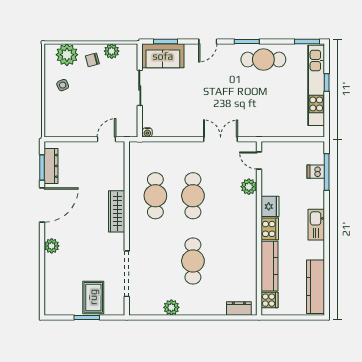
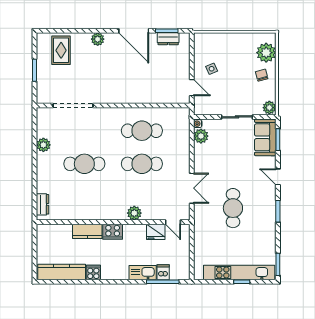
plant: (112, 51) -> (269, 108), moved
cafe table: (263, 60) -> (233, 208), moved
side table: (63, 85) -> (212, 69), moved
plant: (161, 129) -> (201, 136), added
door: (259, 160) -> (173, 222), swing flipped
dresser: (51, 166) -> (168, 39), width x0.70
plant: (249, 187) -> (134, 213), moved
fridge: (270, 206) -> (156, 232), moved
wardrobe: (117, 211) -> (128, 97), removed
kitchen sink: (316, 225) -> (143, 273), moved
kitchen counter: (270, 266) -> (87, 231), width x0.67
rug: (93, 297) -> (61, 50), moved, turned 90
cooker: (270, 300) -> (93, 272), moved, turned 180

